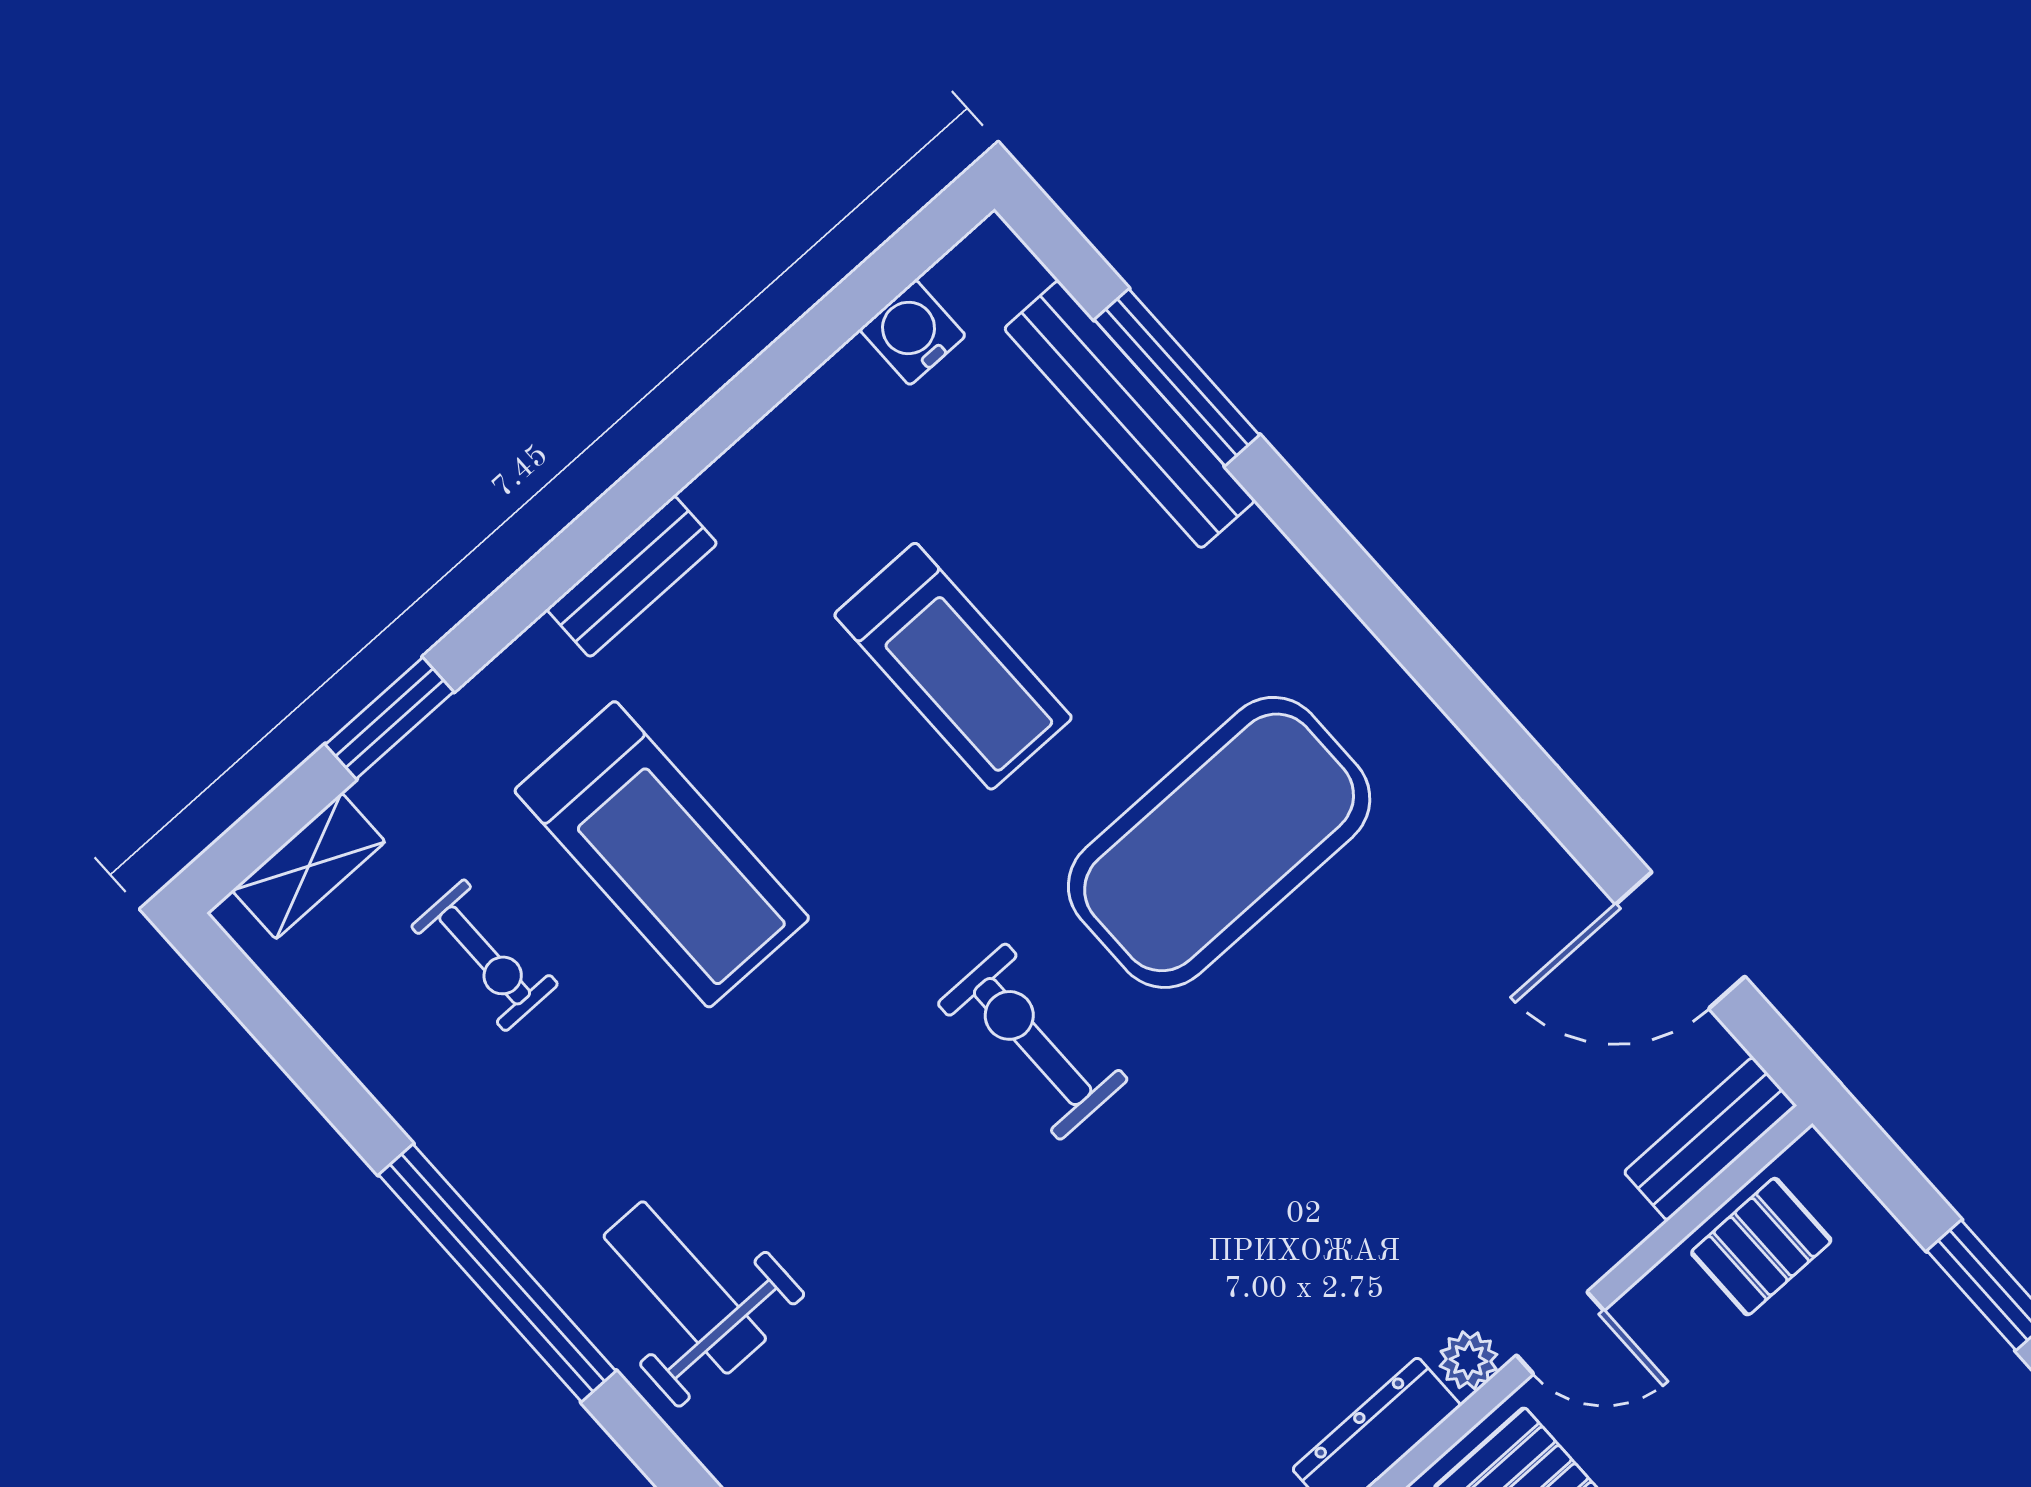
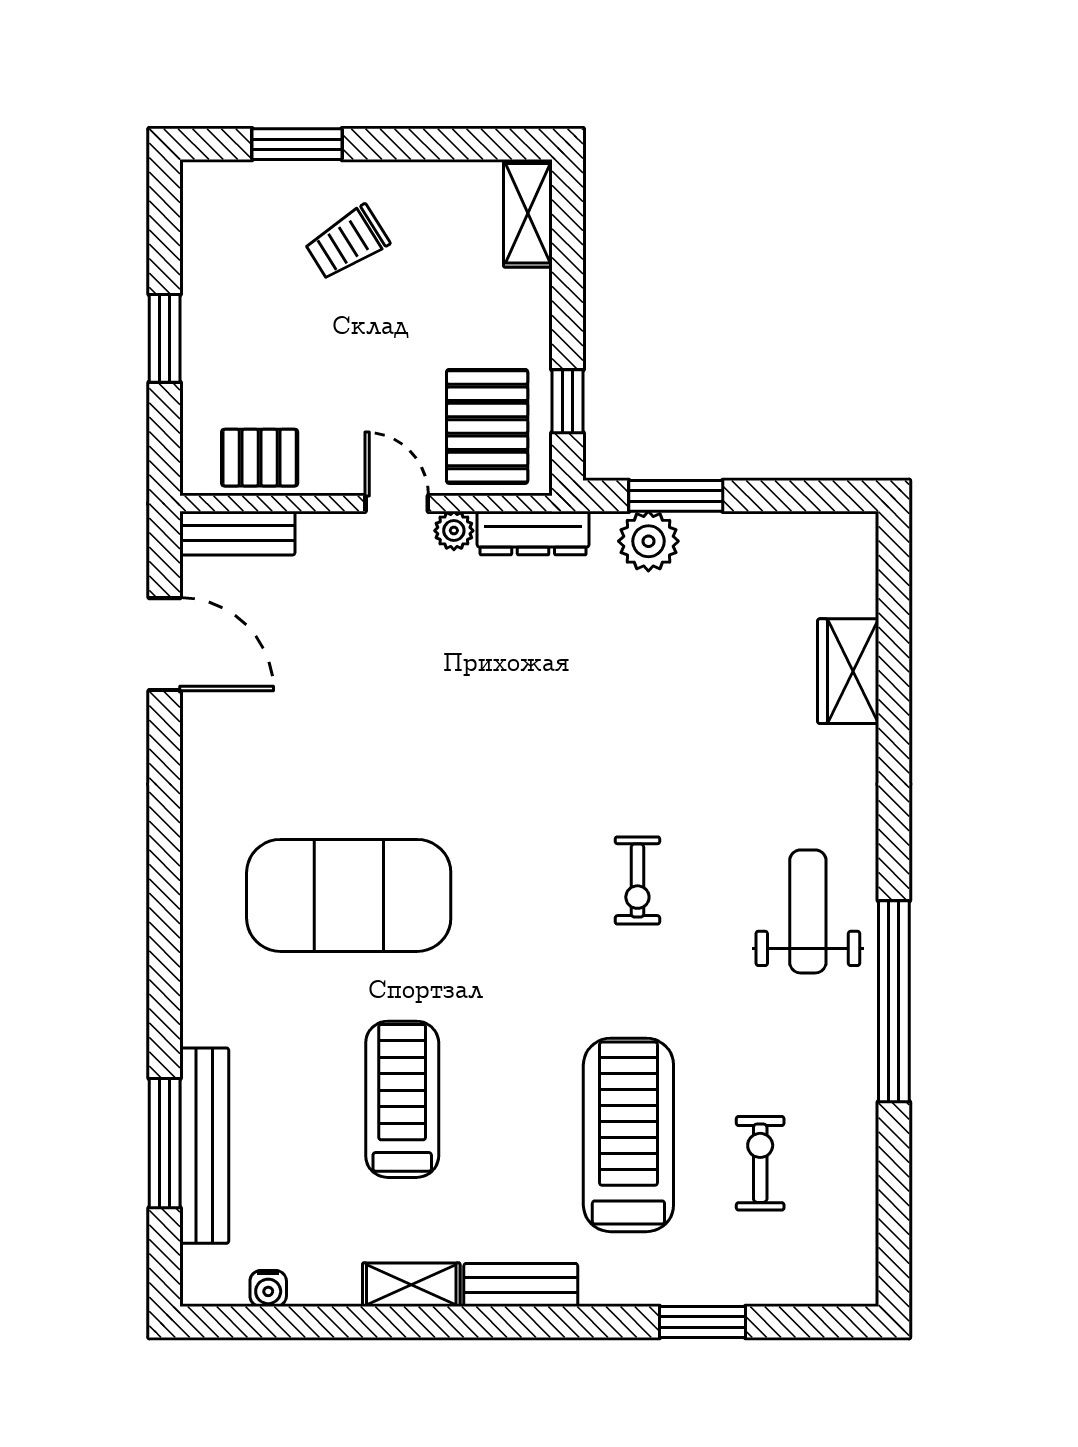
water cooler: (913, 333) -> (268, 1289), width x0.72, depth x0.72
shelving: (309, 866) -> (411, 1285), moved
exercise bike: (1033, 1042) -> (637, 880), moved, width x0.73, depth x0.72
weight bench: (685, 1288) -> (808, 911), turned 180

